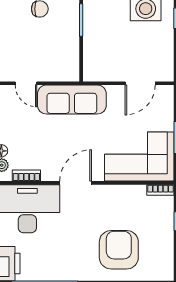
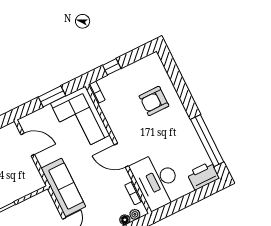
armchair: (119, 250) -> (154, 101), width x0.73, depth x0.73

